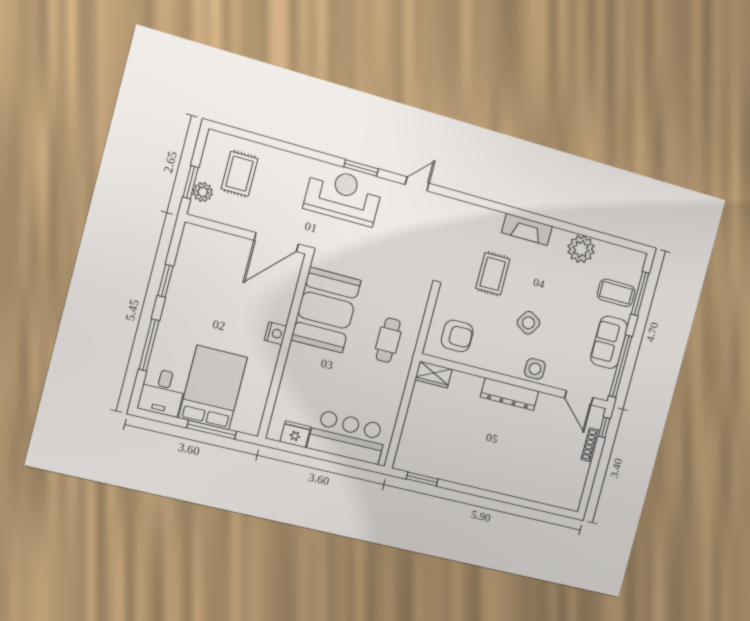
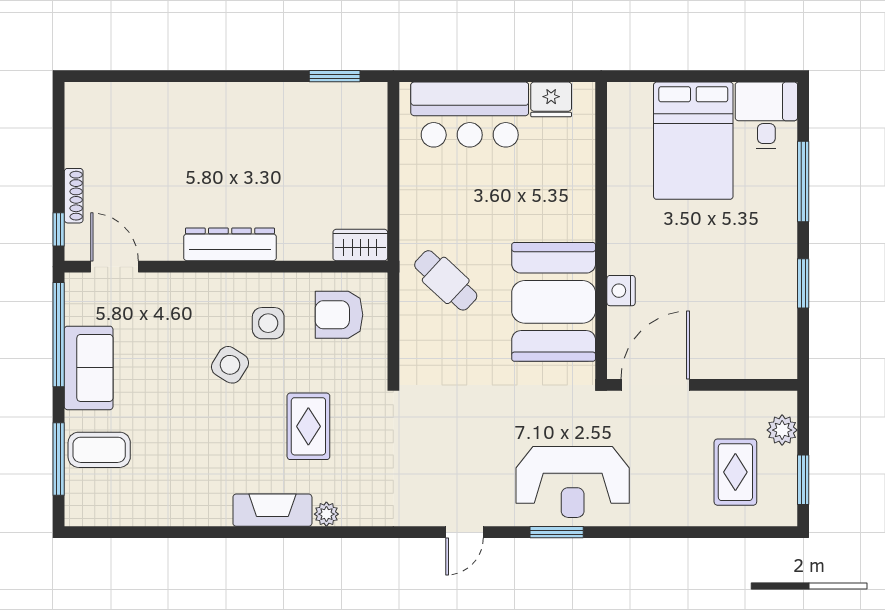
window: (191, 182) -> (803, 480), moved
plant: (581, 249) -> (326, 514), moved, width x0.53, depth x0.53
nightstand: (275, 333) -> (621, 291), moved
cafe table: (388, 340) -> (446, 280), turned -47
side table: (535, 369) -> (268, 323), moved
window: (212, 430) -> (679, 76), removed

